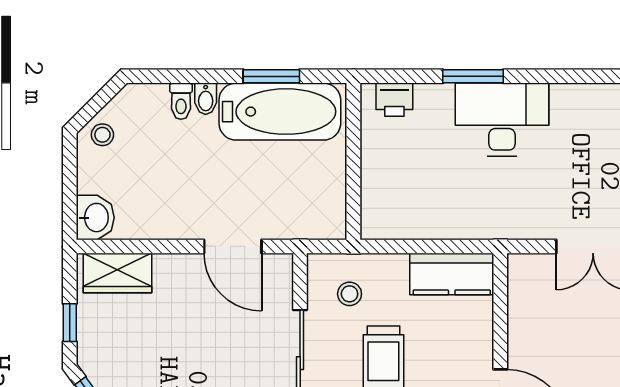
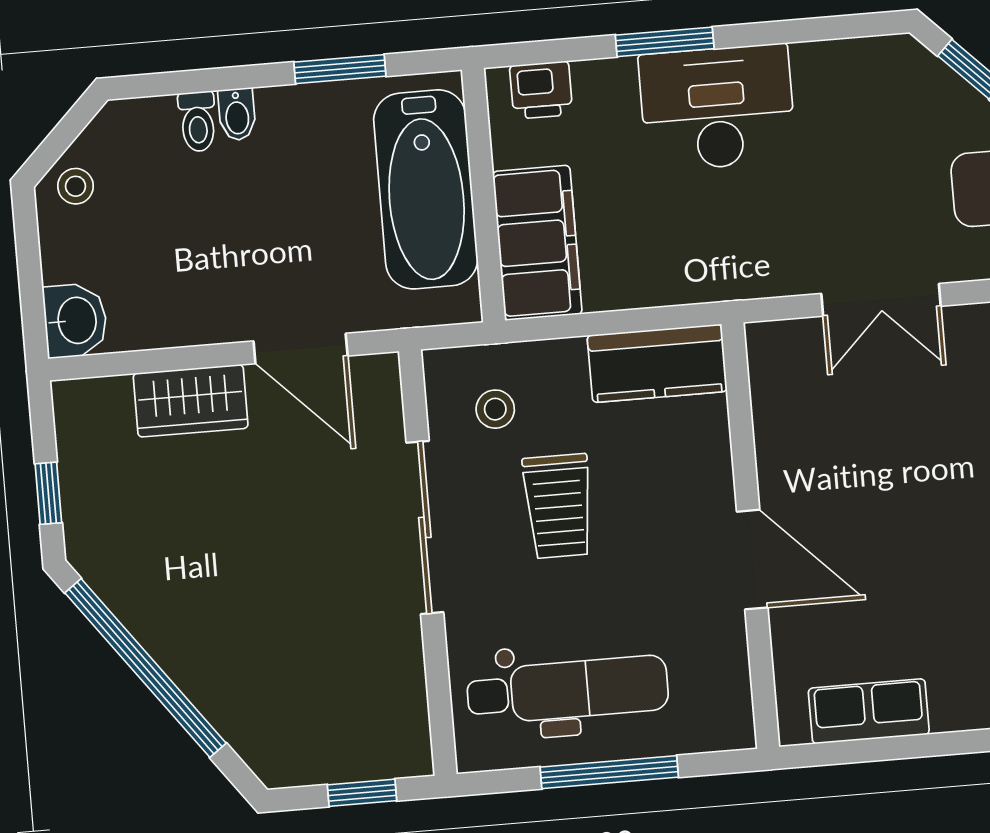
bathtub: (280, 112) -> (426, 189), moved, turned 90
filing cabinet: (384, 194) -> (537, 243), added
wardrobe: (118, 273) -> (191, 401), moved

